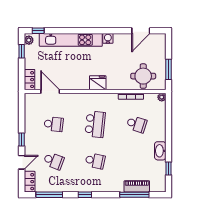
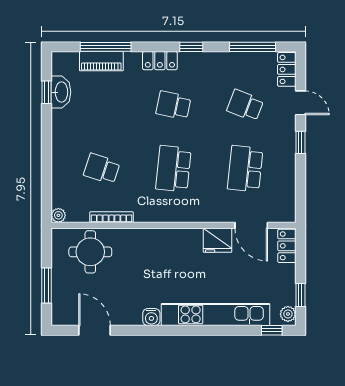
door: (141, 31) -> (94, 330), hinge flipped
window: (169, 69) -> (47, 285), moved
fridge: (98, 83) -> (218, 240), moved
school desk: (54, 124) -> (245, 169), width x1.85
washbasin: (160, 151) -> (61, 92), moved
door: (22, 162) -> (300, 103), swing flipped
locker: (103, 187) -> (160, 61), added

